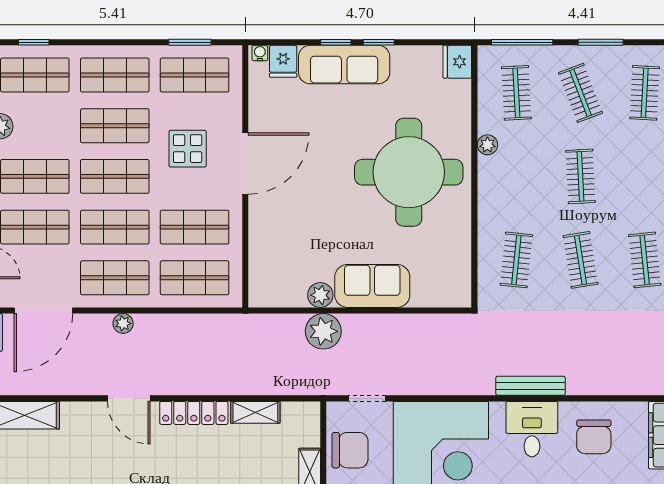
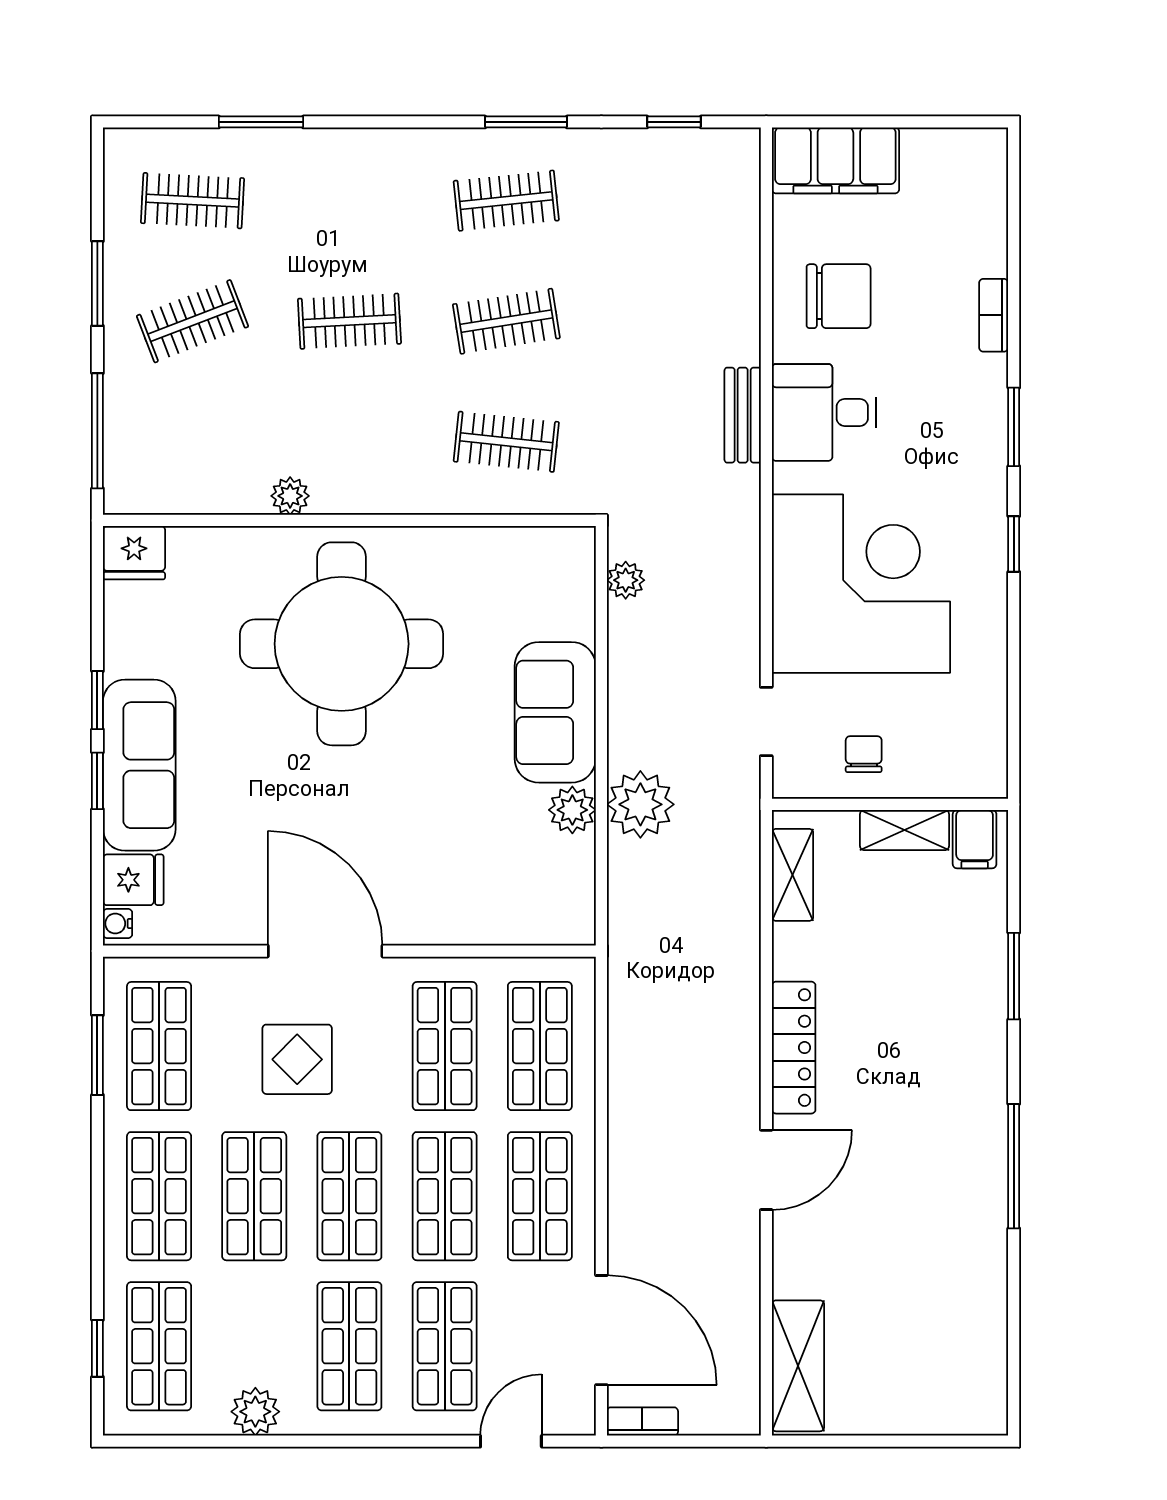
clothes rail: (516, 93) -> (193, 442), removed
plant: (123, 323) -> (626, 580), moved
bench: (530, 386) -> (743, 415), width x0.73
shelving: (255, 412) -> (793, 875), moved
chair: (350, 450) -> (864, 754), width x0.54, depth x0.54

